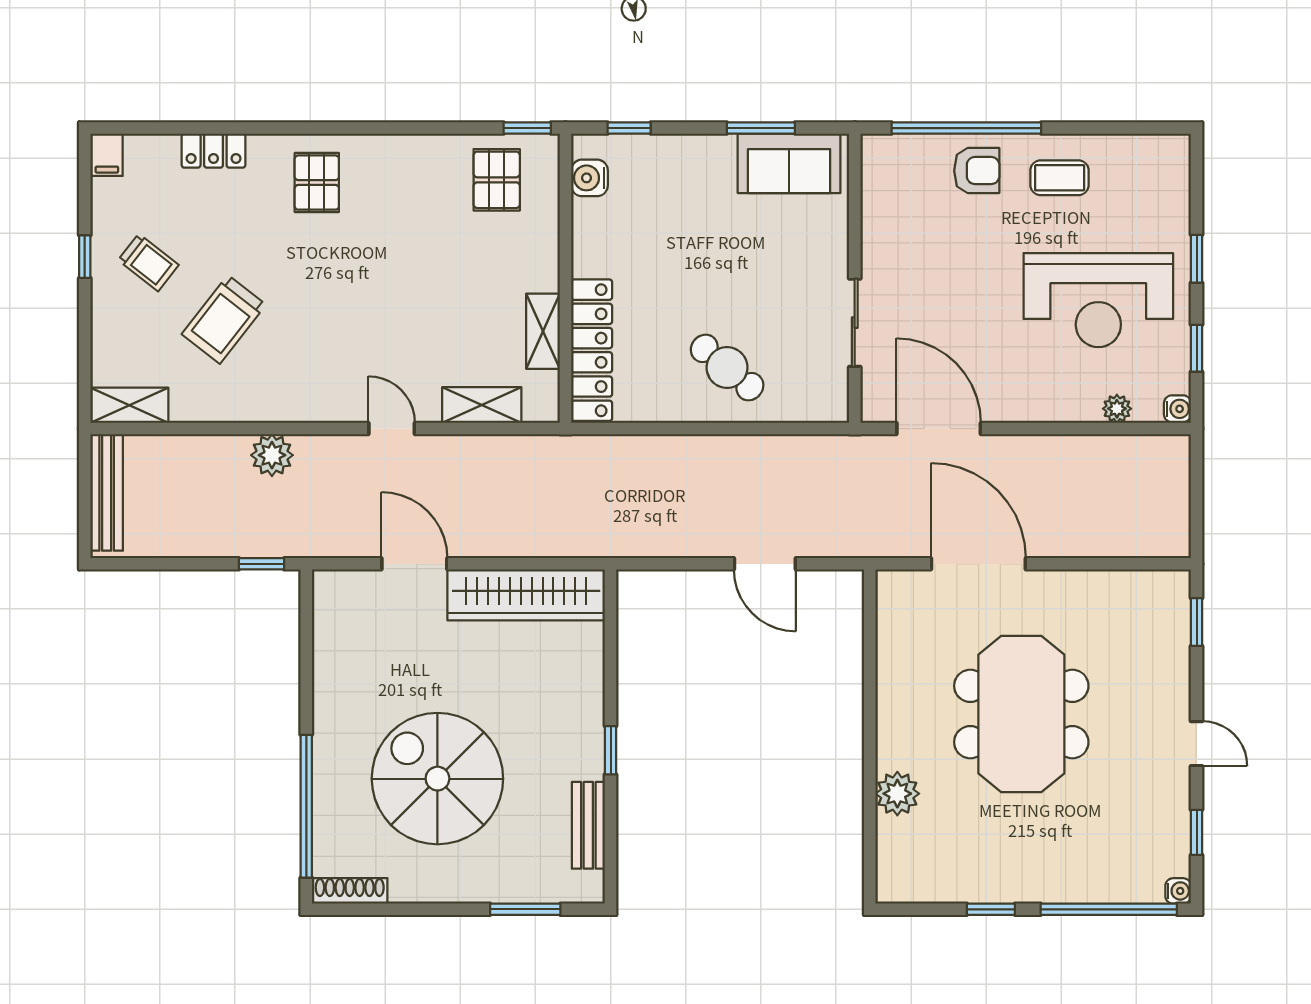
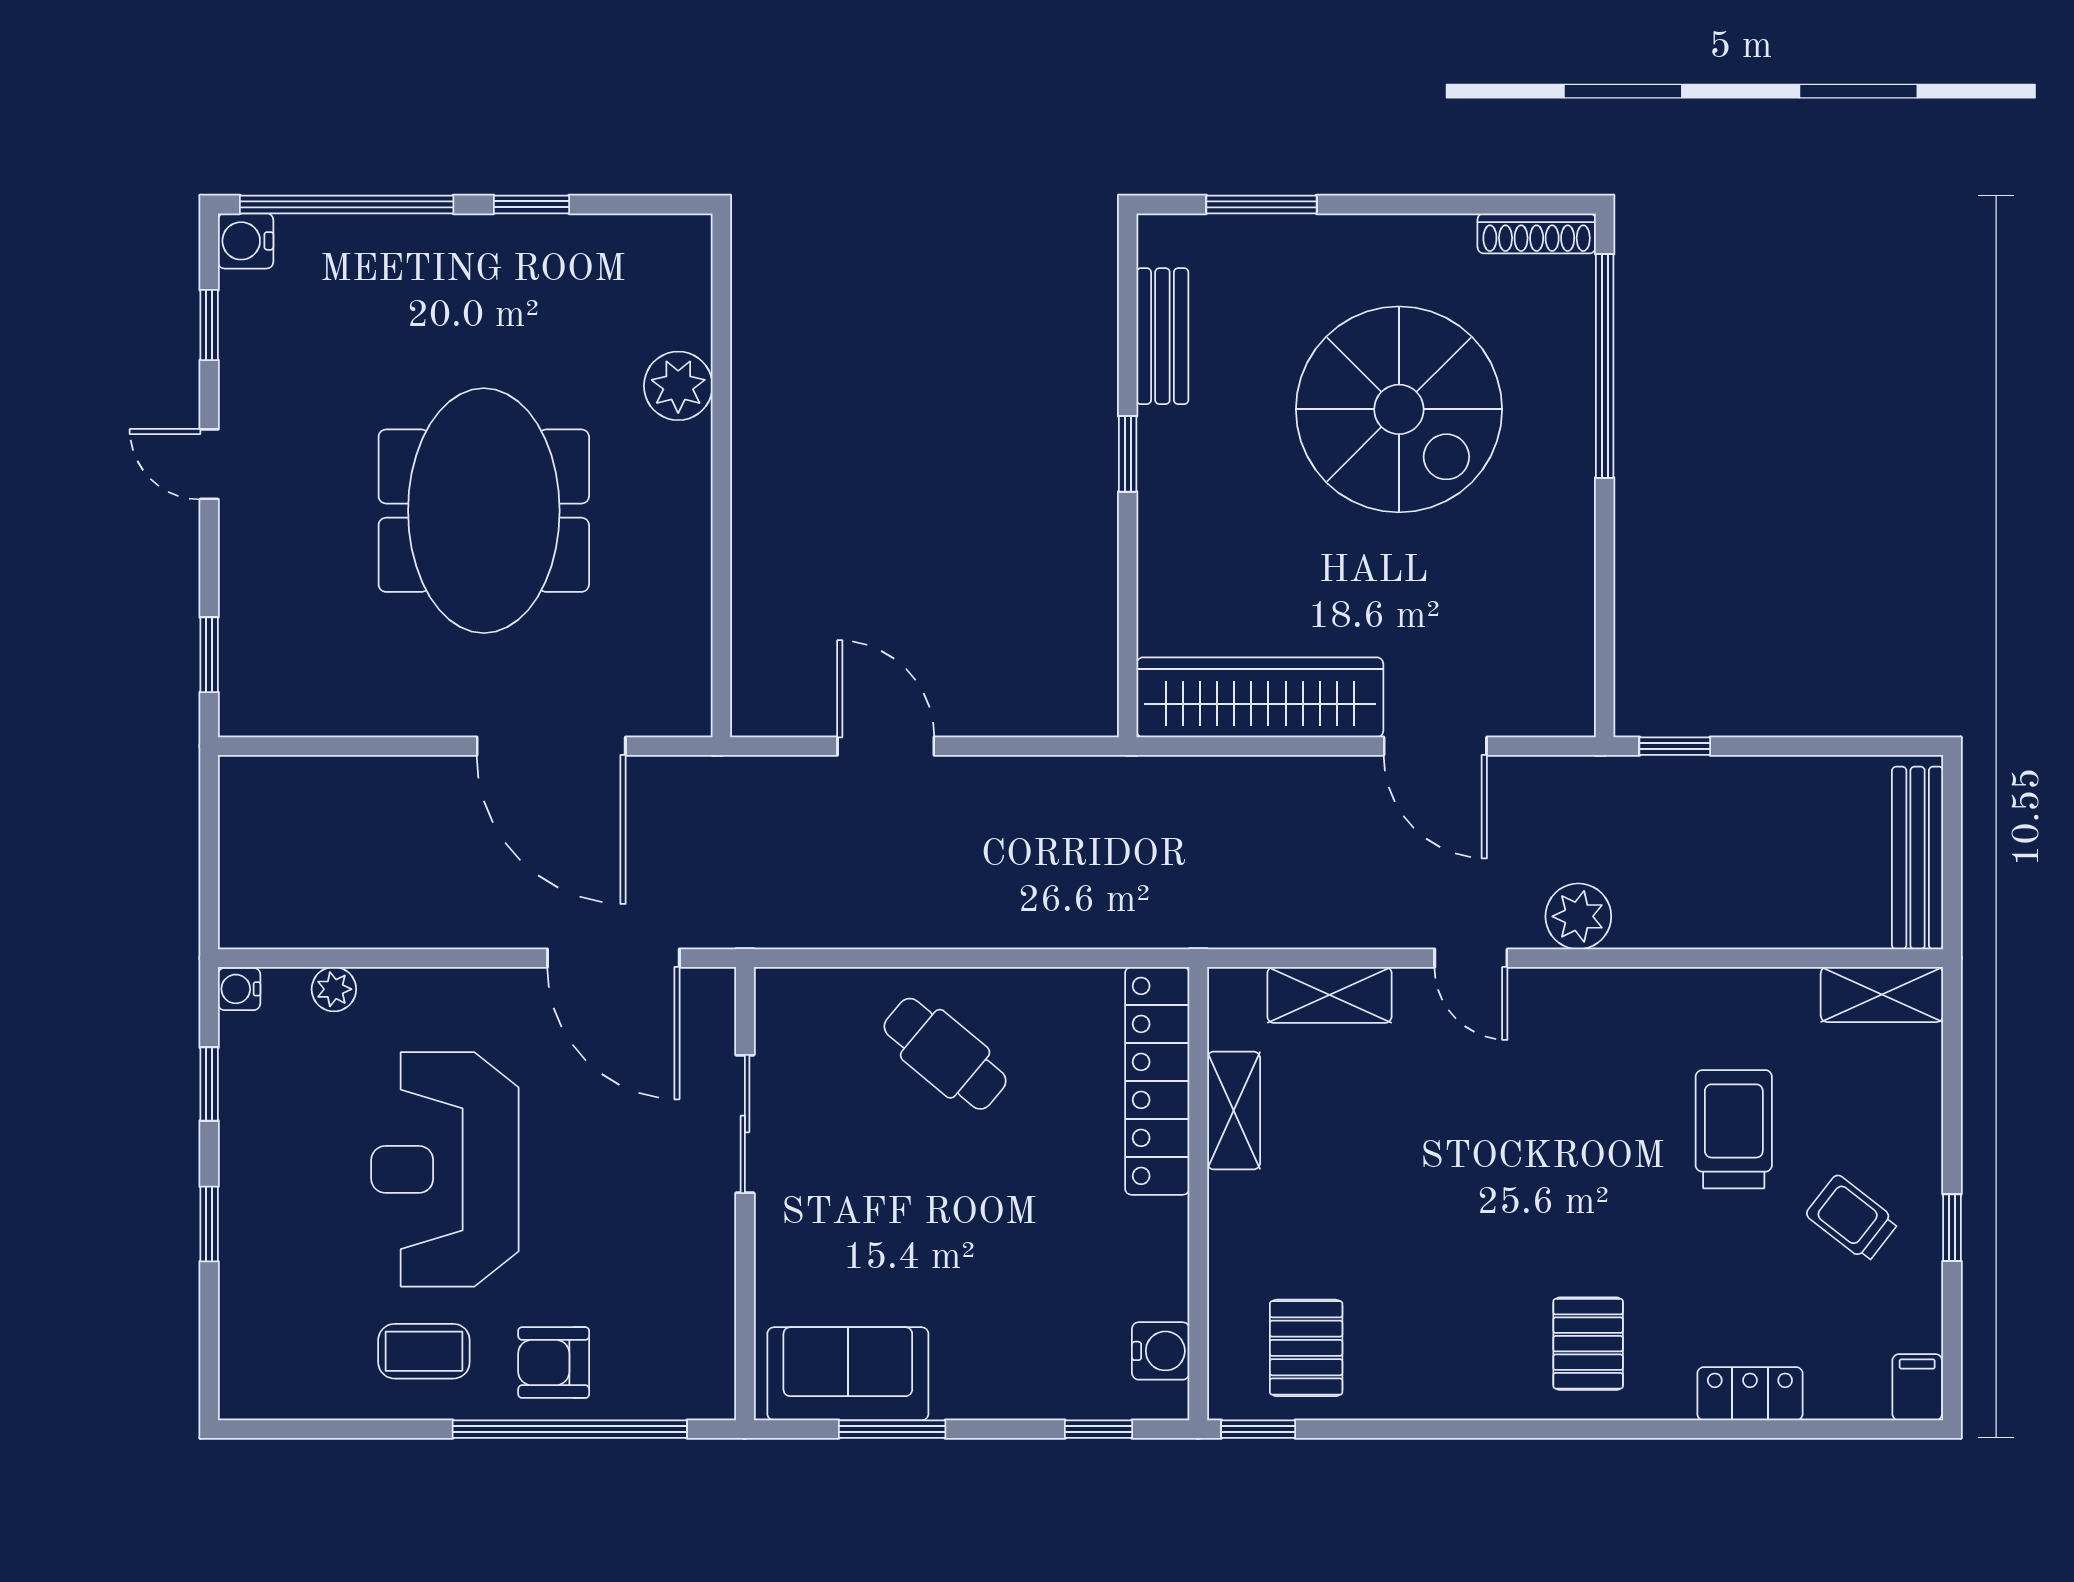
reception desk: (1098, 300) -> (445, 1169), moved, turned -90
trolley: (224, 319) -> (1734, 1129), turned -38
plant: (272, 455) -> (1578, 916), moved
water cooler: (1178, 891) -> (246, 241), width x1.38, depth x1.38

